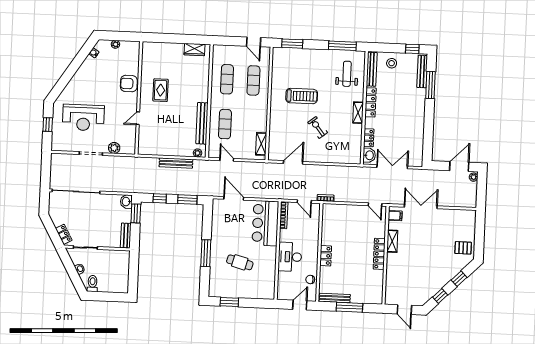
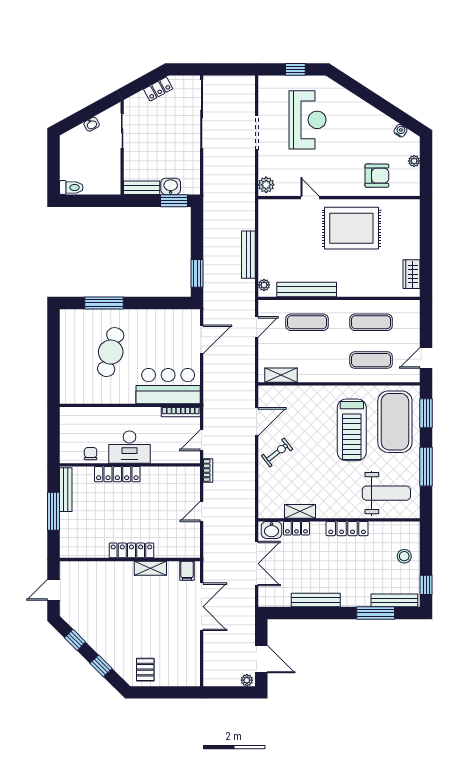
window: (342, 46) -> (426, 467), moved
exercise mat: (297, 66) -> (395, 422), added
bench: (372, 69) -> (316, 600), moved
weight bench: (347, 74) -> (386, 493), width x1.36, depth x1.33
armchair: (129, 84) -> (377, 176), moved, turned 90
rug: (161, 90) -> (351, 228), width x1.86, depth x2.06
treadmill: (302, 96) -> (352, 430), width x1.37, depth x1.38
shelving: (358, 113) -> (300, 511), moved
reception desk: (83, 118) -> (307, 120), turned 180
exercise bike: (318, 127) -> (277, 453), moved
plant: (114, 148) -> (266, 185), moved
door: (293, 162) -> (257, 422), hinge flipped
window: (160, 198) -> (197, 234), removed
washbasin: (126, 202) -> (171, 186), moved
door: (375, 205) -> (202, 511), moved
locker: (64, 234) -> (158, 89), moved
window: (206, 253) -> (104, 303), moved
locker: (326, 256) -> (117, 474), width x1.53
desk: (290, 257) -> (129, 447), moved, turned 180
cafe table: (240, 262) -> (111, 352), width x1.37, depth x1.35
toilet: (92, 284) -> (71, 187), moved
window: (229, 302) -> (53, 340), removed
door: (300, 305) -> (53, 440), removed

